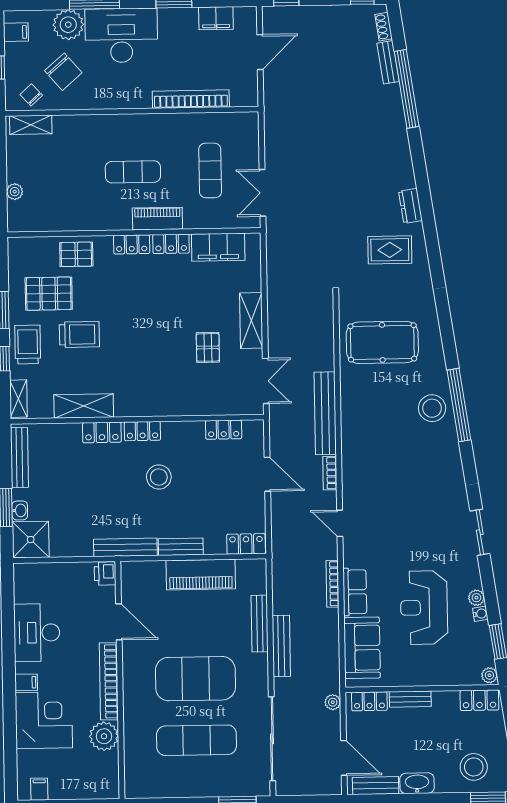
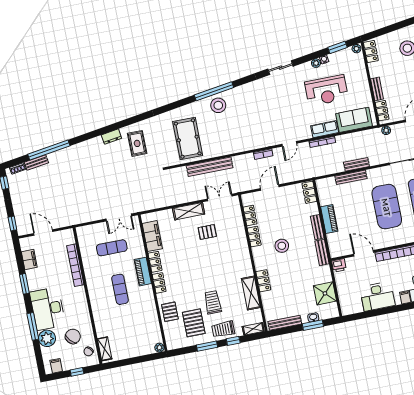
plant: (15, 192) -> (159, 348), moved
bench: (325, 413) -> (210, 167), moved
locker: (142, 431) -> (254, 237), moved
shower: (31, 540) -> (325, 293), moved
bench: (125, 547) -> (322, 252), width x0.73
piano: (201, 575) -> (329, 219), width x0.73, depth x0.75
door: (119, 622) -> (364, 253), hinge flipped
bench: (281, 646) -> (356, 164), width x0.73

